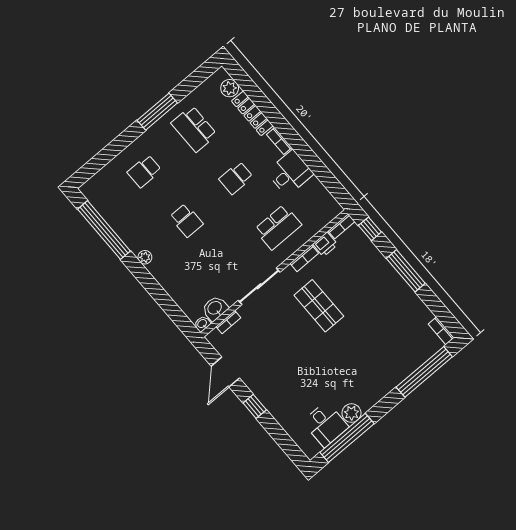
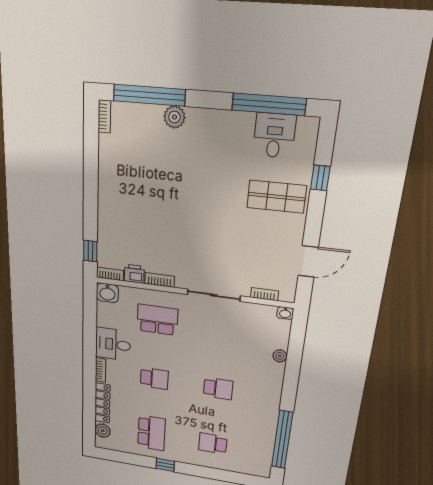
window: (157, 112) -> (165, 465), width x0.46
school desk: (144, 171) -> (213, 443), turned 180
school desk: (186, 220) -> (218, 389), turned 90
plant: (145, 257) -> (280, 356), moved
window: (406, 271) -> (91, 193), removed
shop shelf: (319, 306) -> (277, 197), moved, turned 90
washbasin: (215, 308) -> (107, 293), moved
window: (255, 406) -> (320, 178), moved
plant: (351, 413) -> (174, 117), moved

